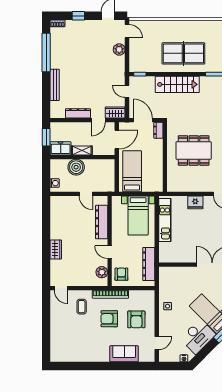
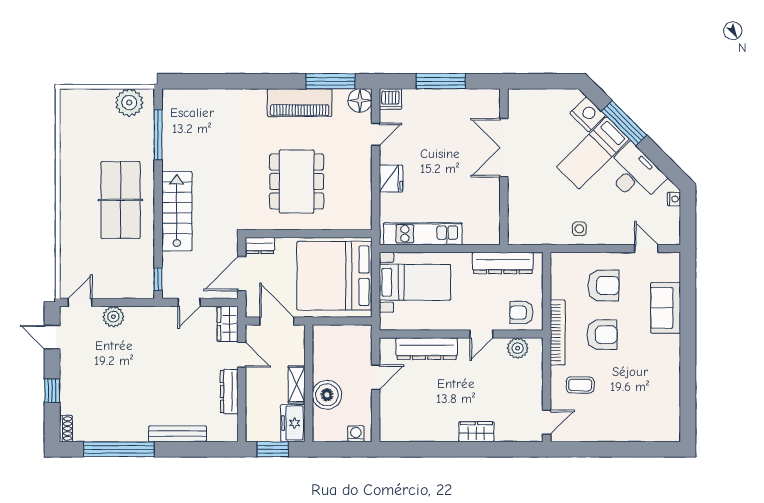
bed: (132, 171) -> (334, 276), width x2.04
armchair: (109, 319) -> (602, 335), turned -90

